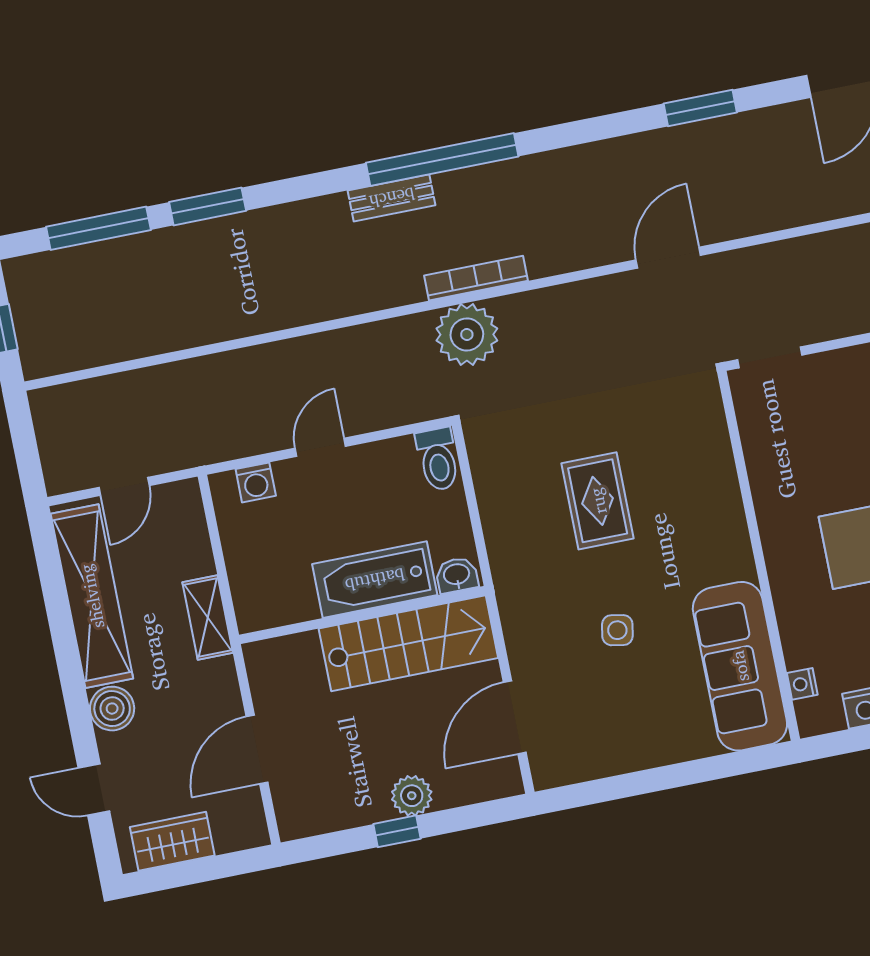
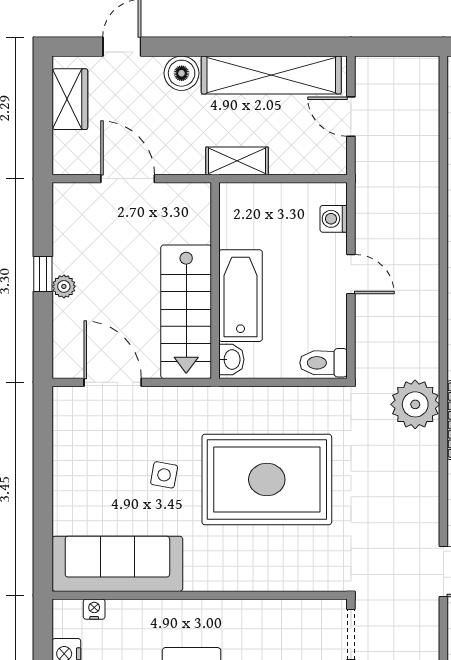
rug: (598, 501) -> (267, 479), width x1.86, depth x2.06
plant: (412, 796) -> (64, 286), width x0.73, depth x0.73

